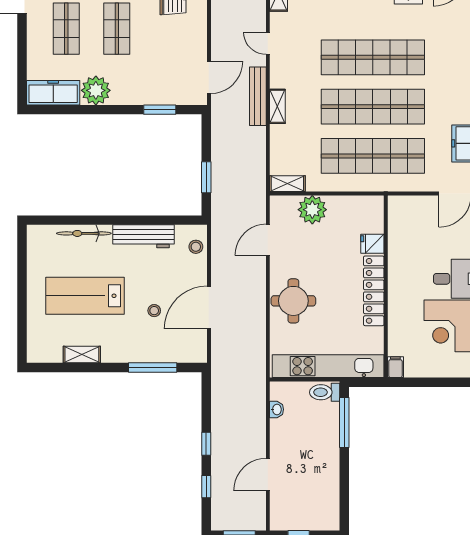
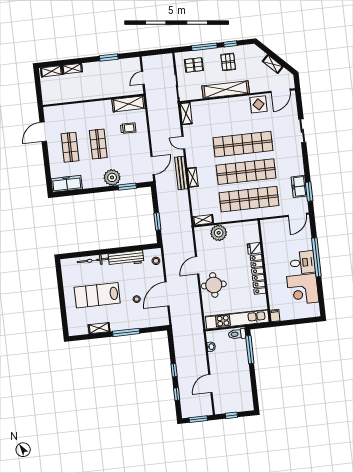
plant: (96, 90) -> (112, 177), moved
door: (268, 240) -> (197, 265), moved
window: (153, 367) -> (126, 332), moved

